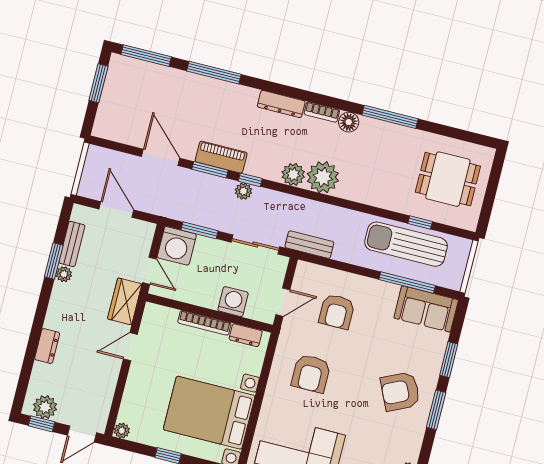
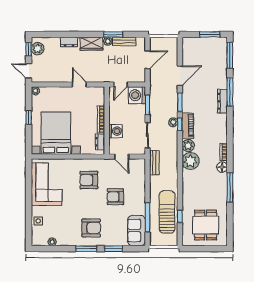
dresser: (281, 104) -> (223, 101), moved
piano: (221, 157) -> (188, 126), moved
wardrobe: (125, 301) -> (92, 44), moved, turned 180
armchair: (337, 312) -> (115, 197), moved
armchair: (400, 391) -> (91, 228), turned 115

